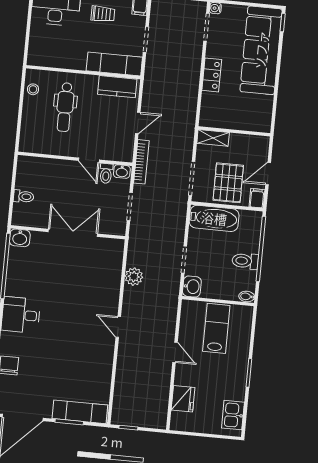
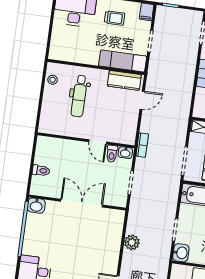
door: (138, 123) -> (142, 100), moved
bookcase: (141, 162) -> (142, 145), width x0.64

